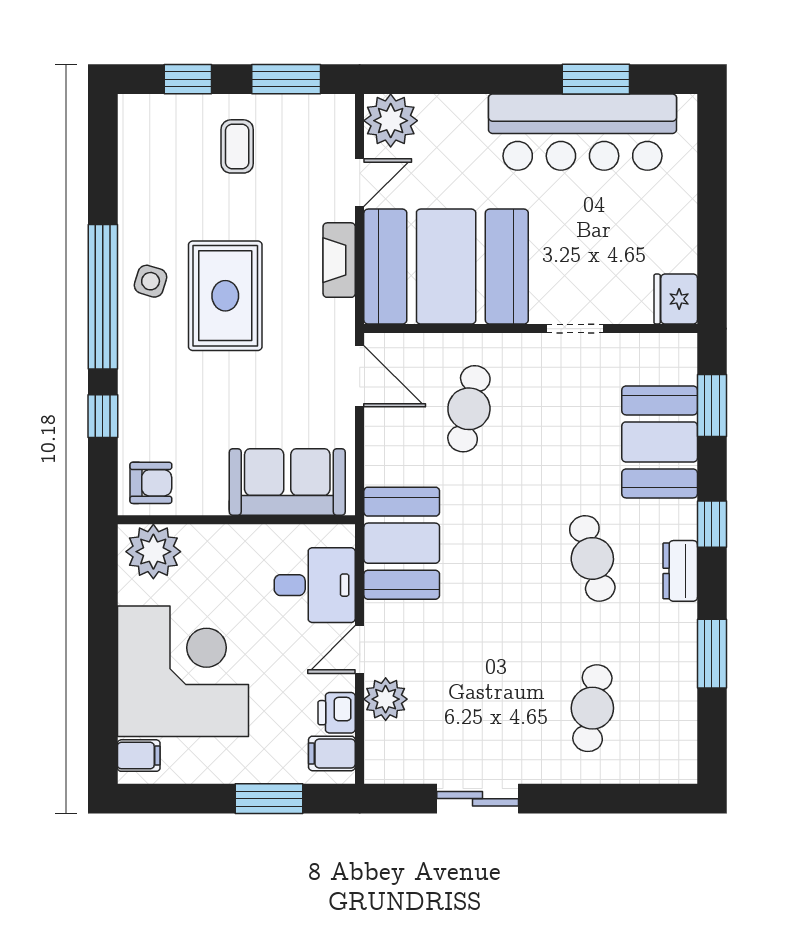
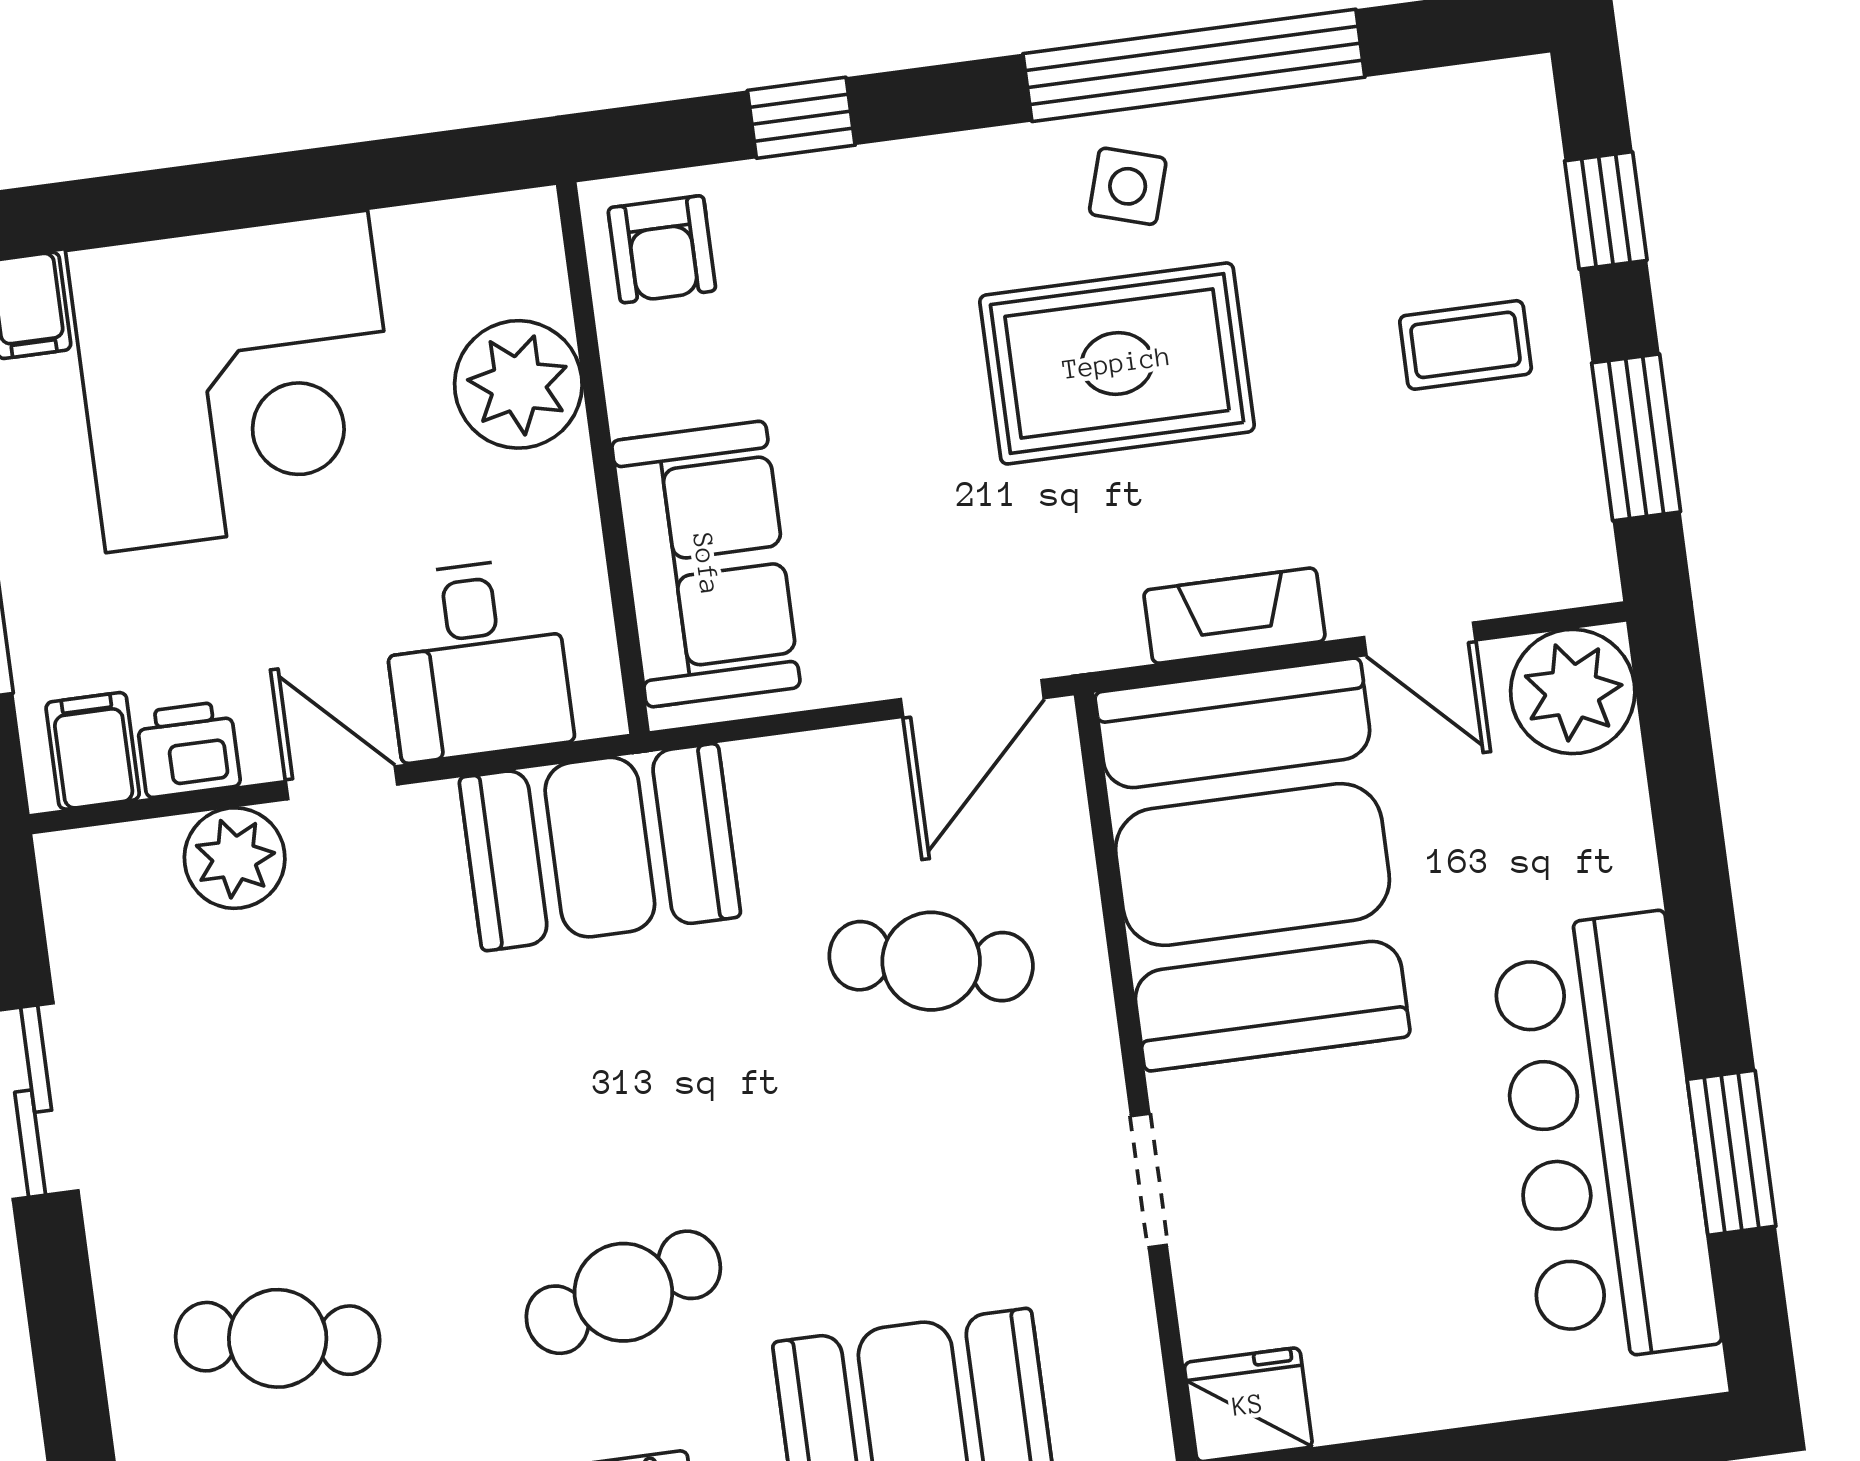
window: (103, 297) -> (1194, 65), moved
plant: (153, 552) -> (518, 384), moved

